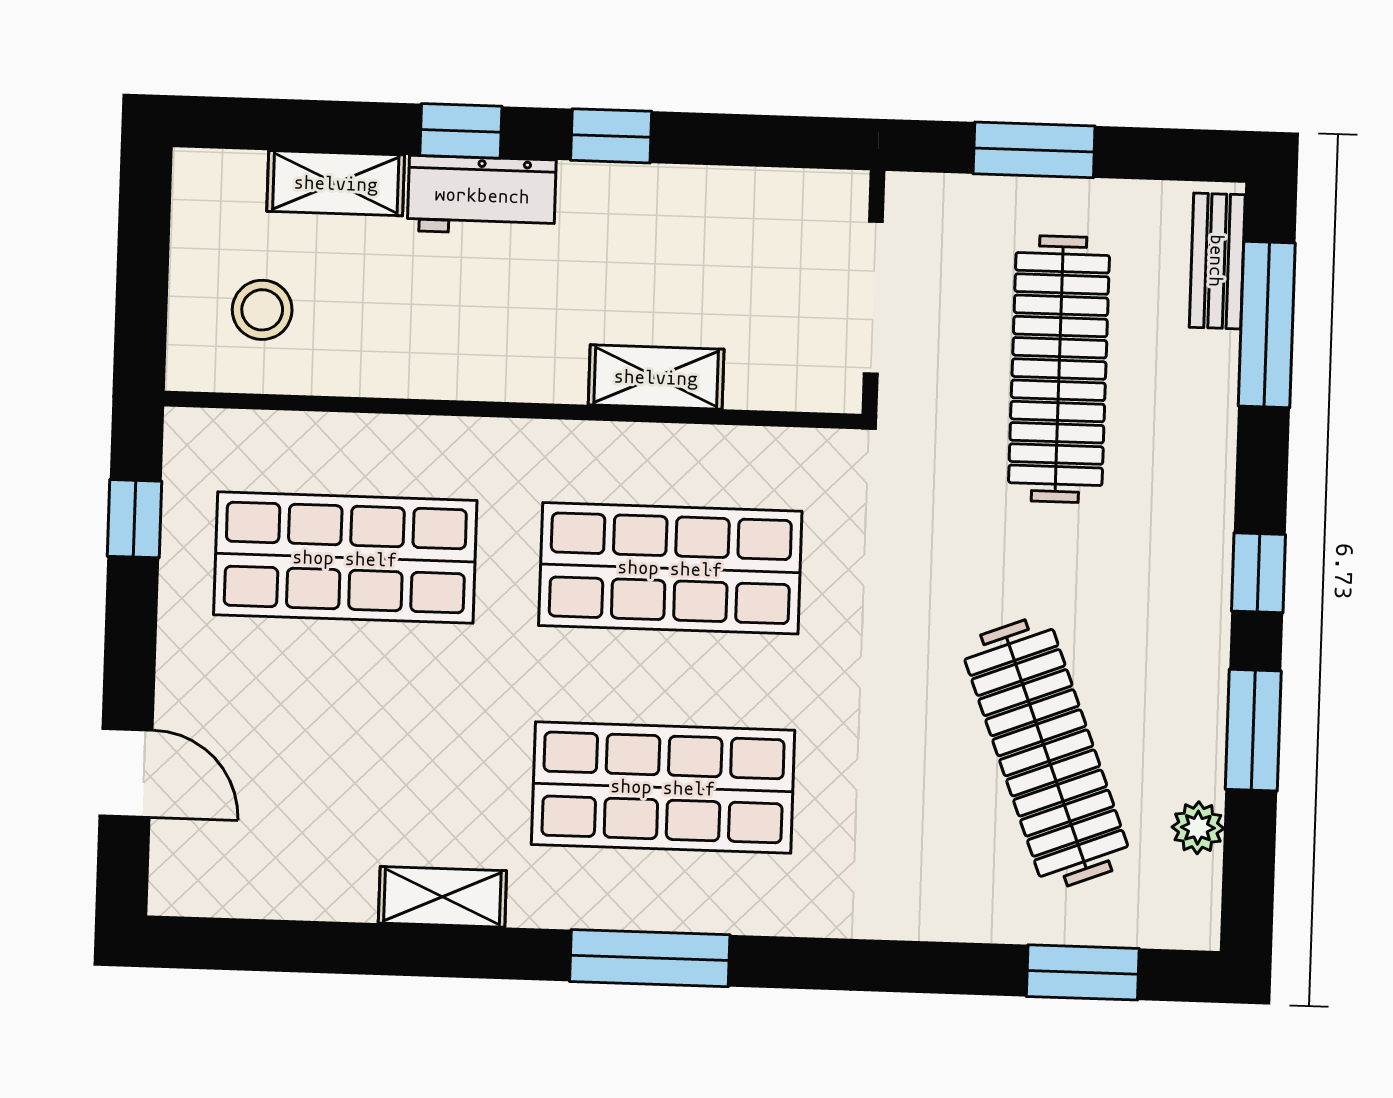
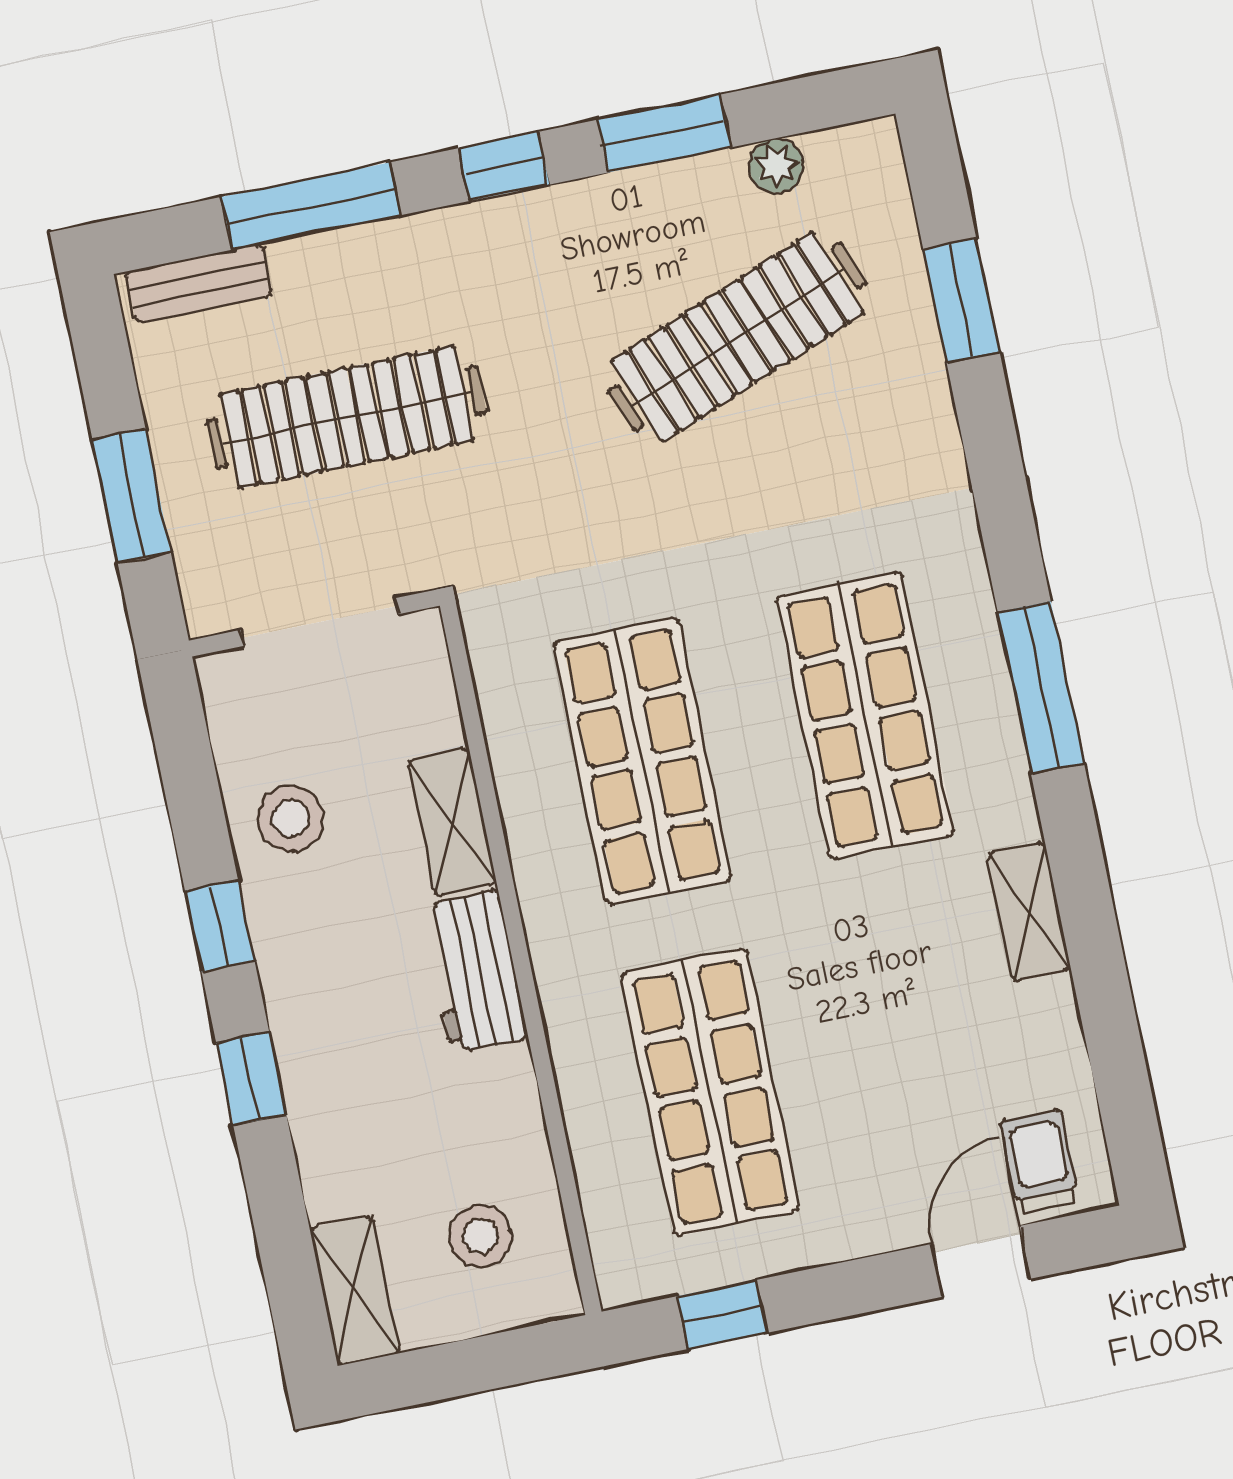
shelving: (336, 183) -> (355, 1291), moved
workbench: (482, 195) -> (475, 972), moved, turned 180
stool: (696, 226) -> (290, 819), added
window: (1267, 324) -> (311, 206), moved
trolley: (206, 850) -> (1040, 1161), added
window: (1083, 972) -> (961, 300), moved

